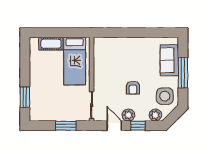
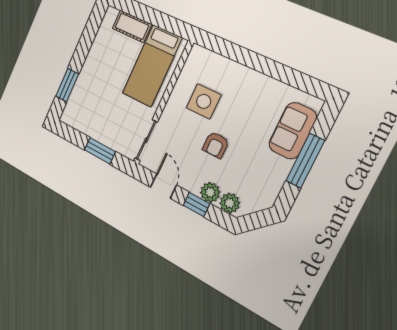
side table: (165, 96) -> (204, 101), moved
plant: (128, 115) -> (210, 192), moved

